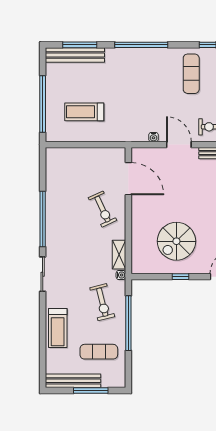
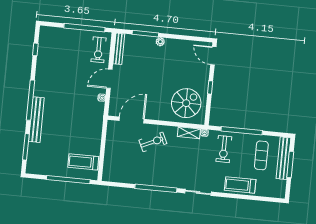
bench: (75, 55) -> (36, 120), moved
exercise mat: (191, 74) -> (56, 64), removed
treadmill: (84, 112) -> (83, 162), moved, turned 90
spiral stairs: (176, 241) -> (186, 103), moved, turned -90
exercise bike: (102, 302) -> (224, 149), turned 104
treadmill: (58, 328) -> (240, 185), turned 180
bench: (73, 381) -> (283, 158), moved

